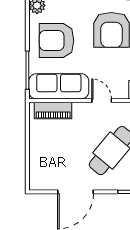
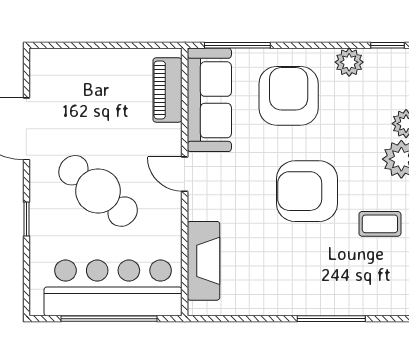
door: (102, 101) -> (185, 174), swing flipped

